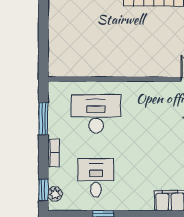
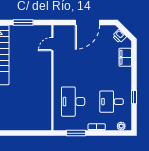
window: (43, 190) -> (119, 133), removed

